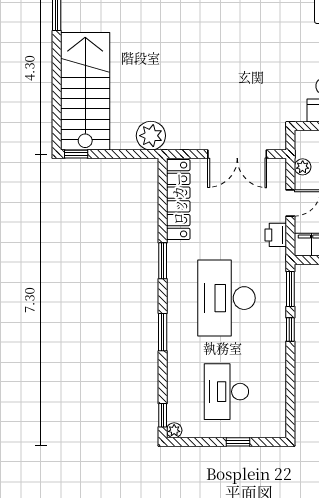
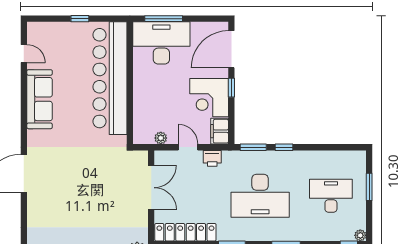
desk: (226, 392) -> (331, 196), turned 180
window: (238, 442) -> (369, 187), width x1.50

